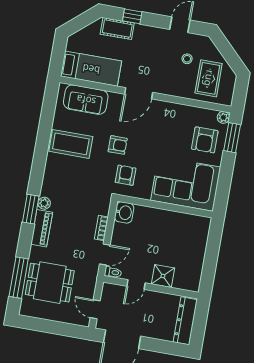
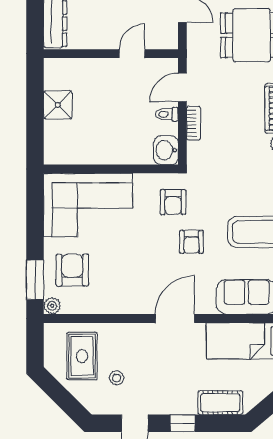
window: (132, 16) -> (183, 423), moved
armchair: (118, 145) -> (191, 242), turned -90
toilet: (113, 272) -> (167, 114), moved
shower: (163, 276) -> (58, 105), moved

